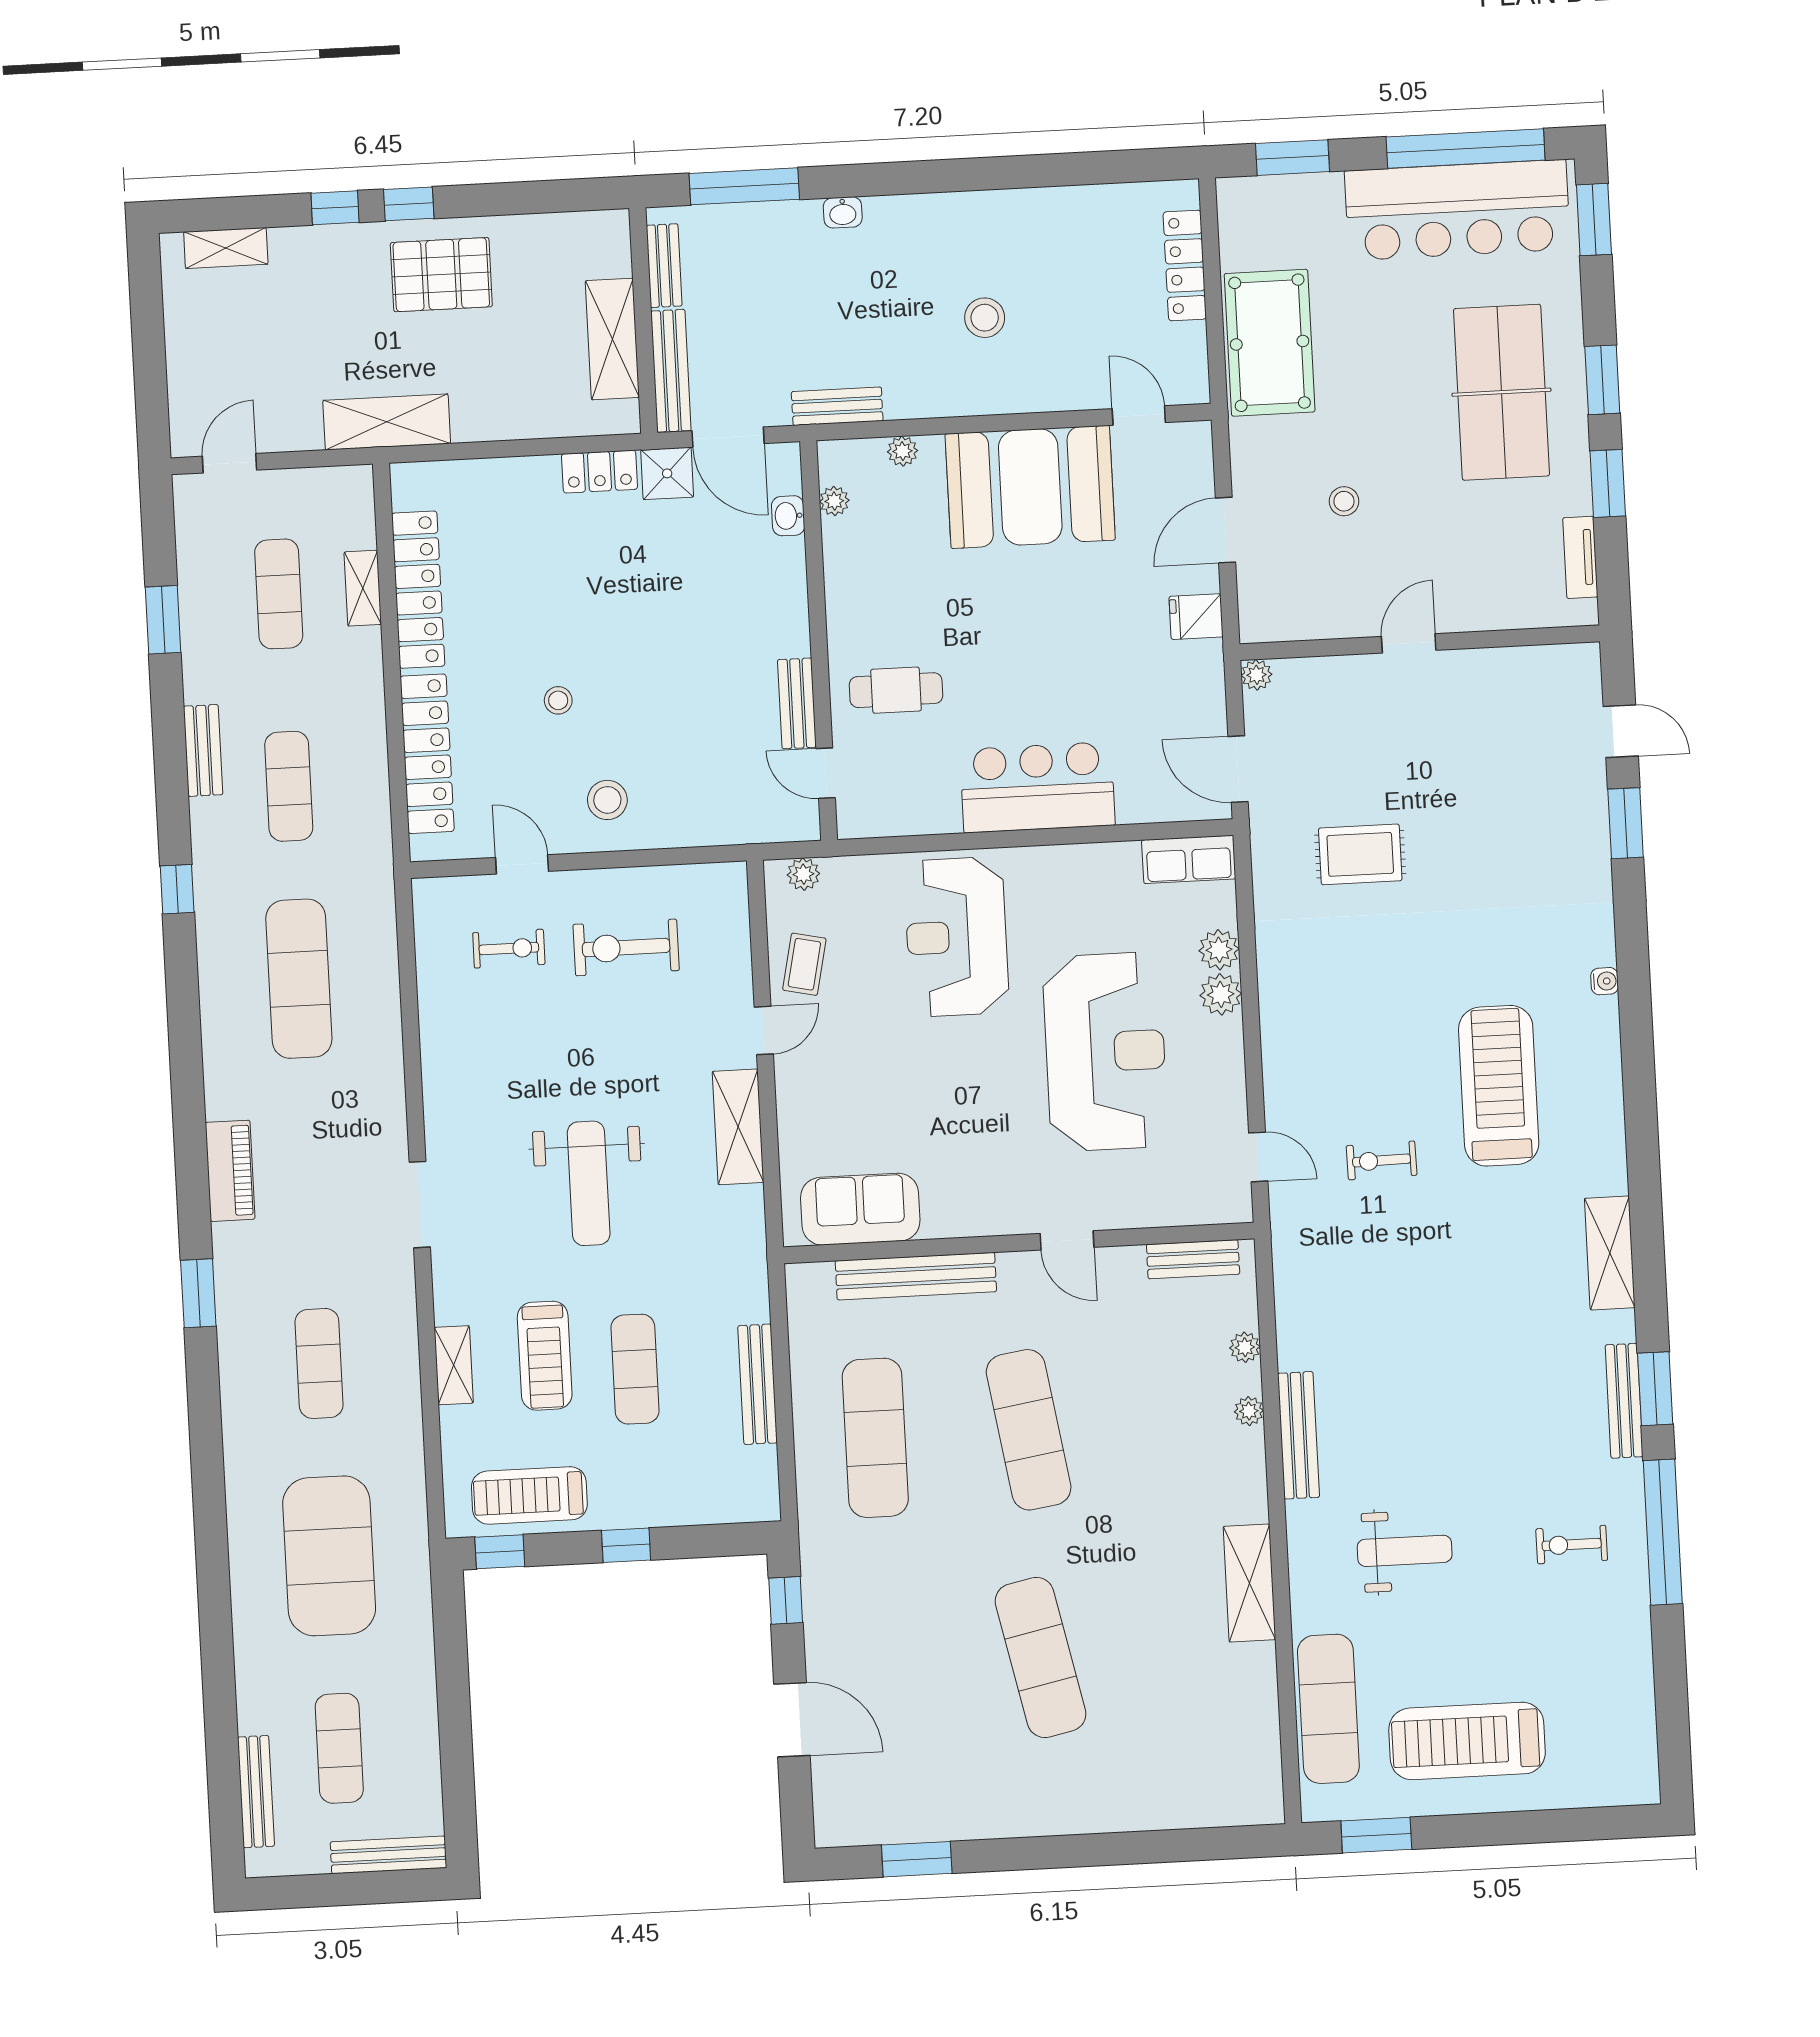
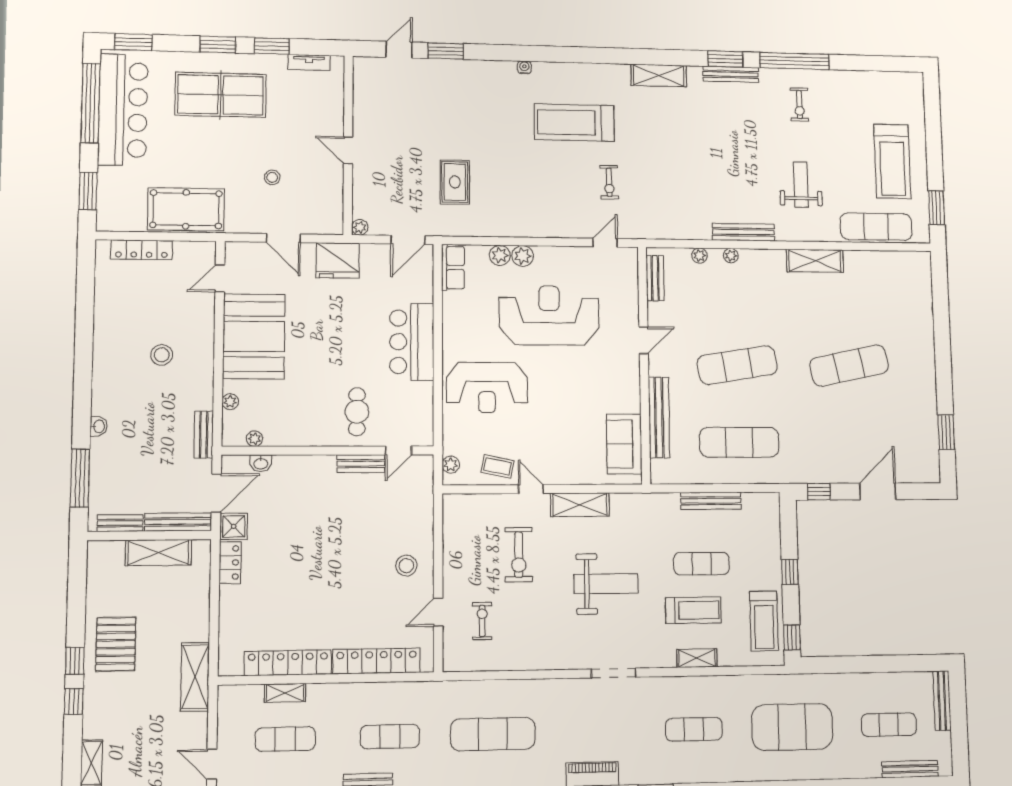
fridge: (1196, 617) -> (338, 260), width x1.88, depth x1.34
stool: (558, 700) -> (352, 590), removed
exercise bike: (626, 947) -> (519, 555), moved

